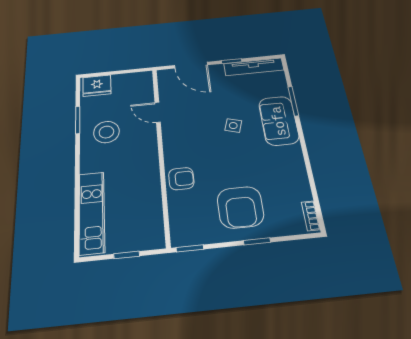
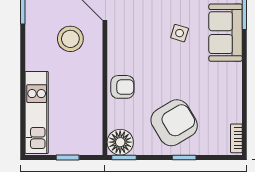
stool: (106, 132) -> (70, 39), moved
armchair: (240, 207) -> (174, 123), turned -121
floor lamp: (184, 233) -> (120, 142), added

